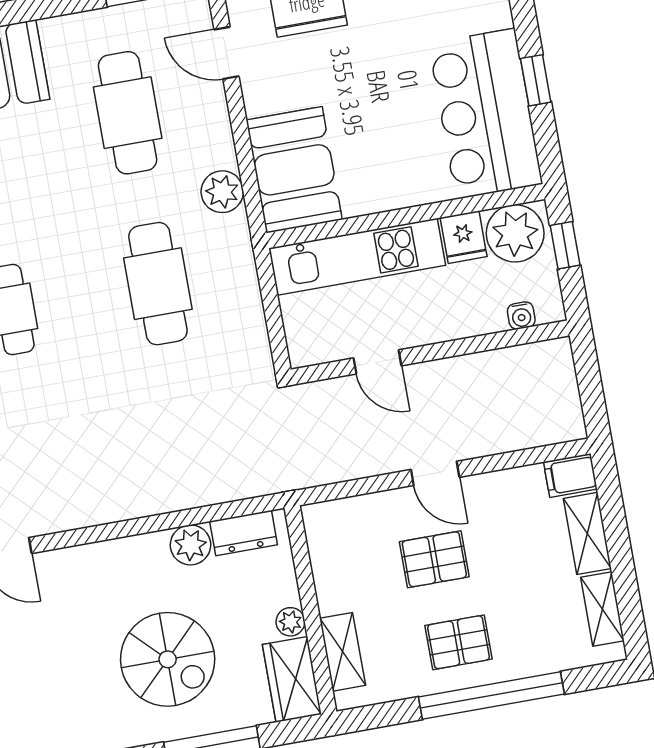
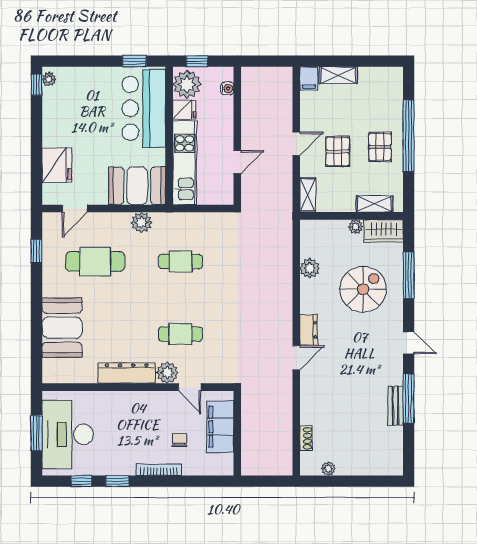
window: (536, 80) -> (134, 61), moved
bar counter: (486, 114) -> (144, 108), moved, turned 90
cafe table: (158, 284) -> (180, 261), width x0.73, depth x0.74
dresser: (244, 533) -> (309, 330), moved
shelving: (602, 609) -> (308, 195), moved, turned 90

